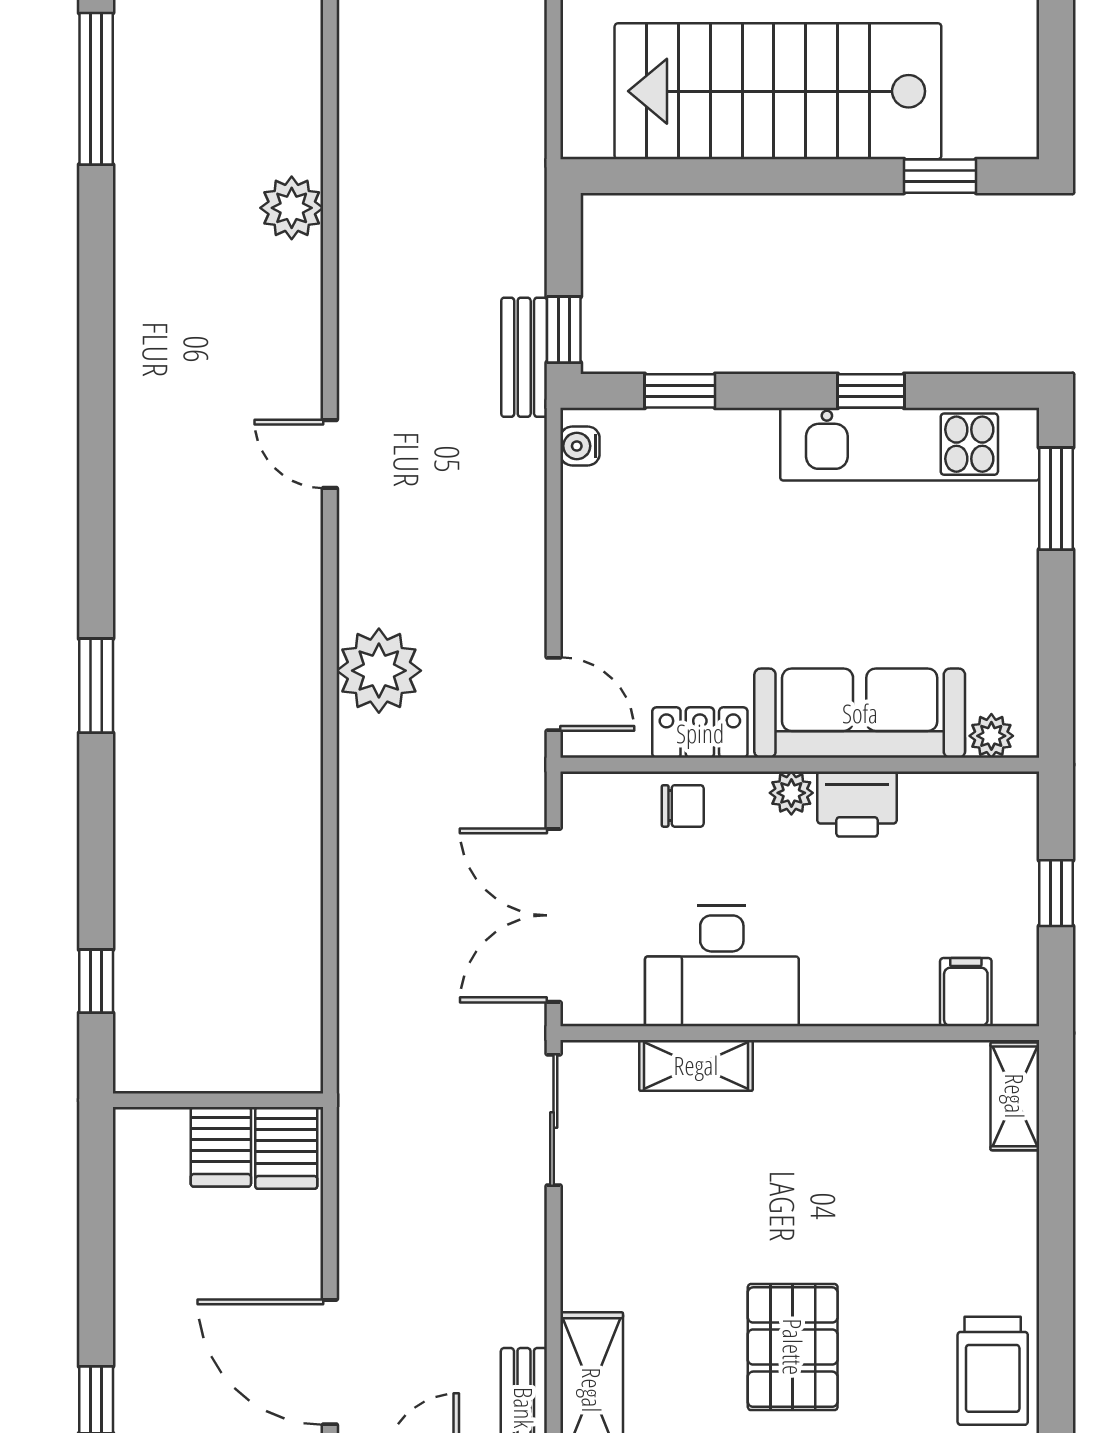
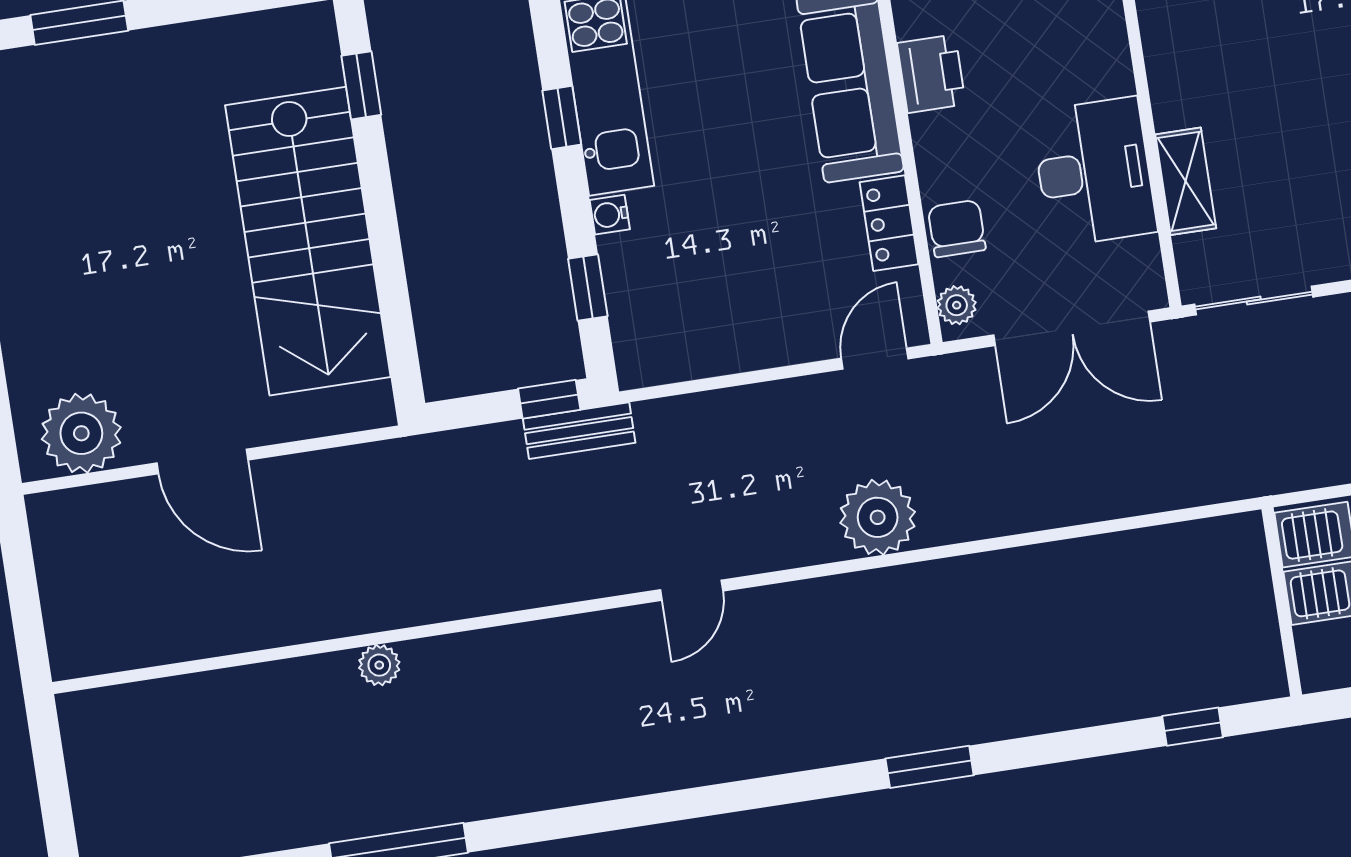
plant: (292, 208) -> (379, 665), moved, width x0.73, depth x0.73
water cooler: (580, 446) -> (610, 215), moved, turned 90
plant: (791, 793) -> (957, 305), moved
chair: (683, 806) -> (957, 229), width x1.37, depth x1.37

